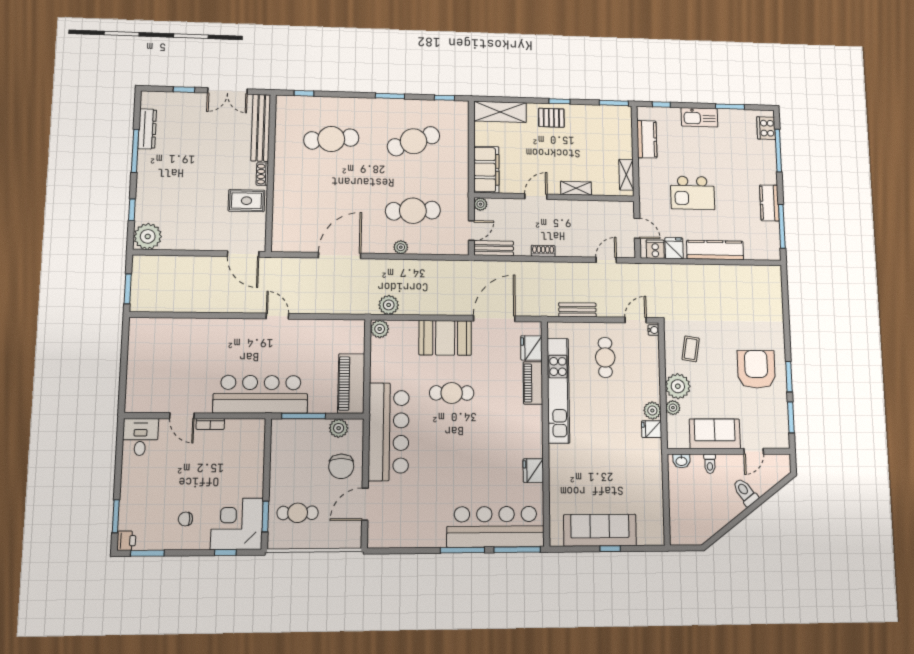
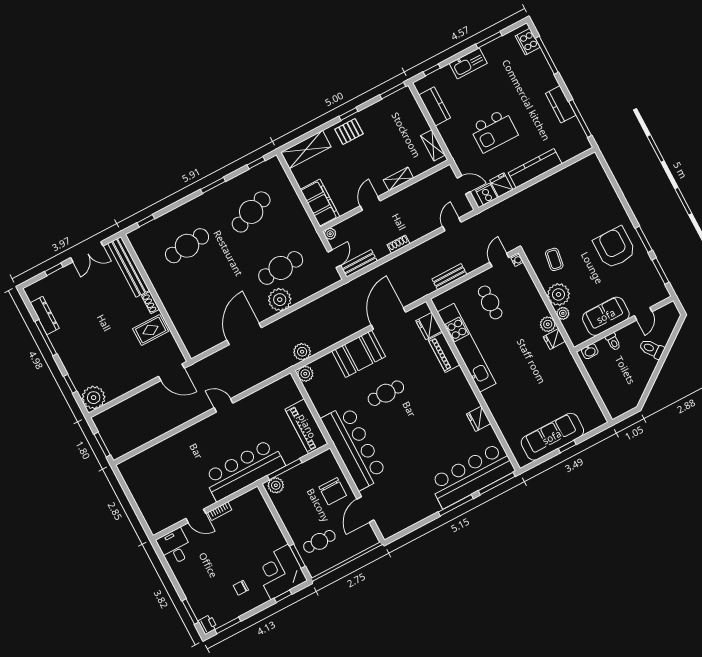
plant: (401, 247) -> (280, 300), width x1.87, depth x1.87
plant: (339, 428) -> (276, 485), moved

